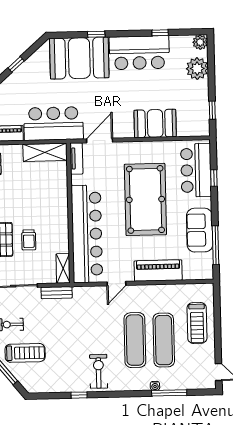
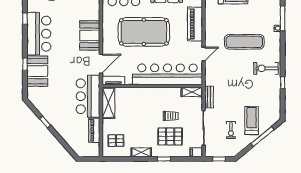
booth: (79, 58) -> (37, 71), width x0.73, depth x0.70
booth: (155, 123) -> (90, 35), moved
door: (100, 140) -> (101, 64), swing flipped
door: (116, 284) -> (204, 54), hinge flipped
exercise mat: (164, 340) -> (245, 21), removed

